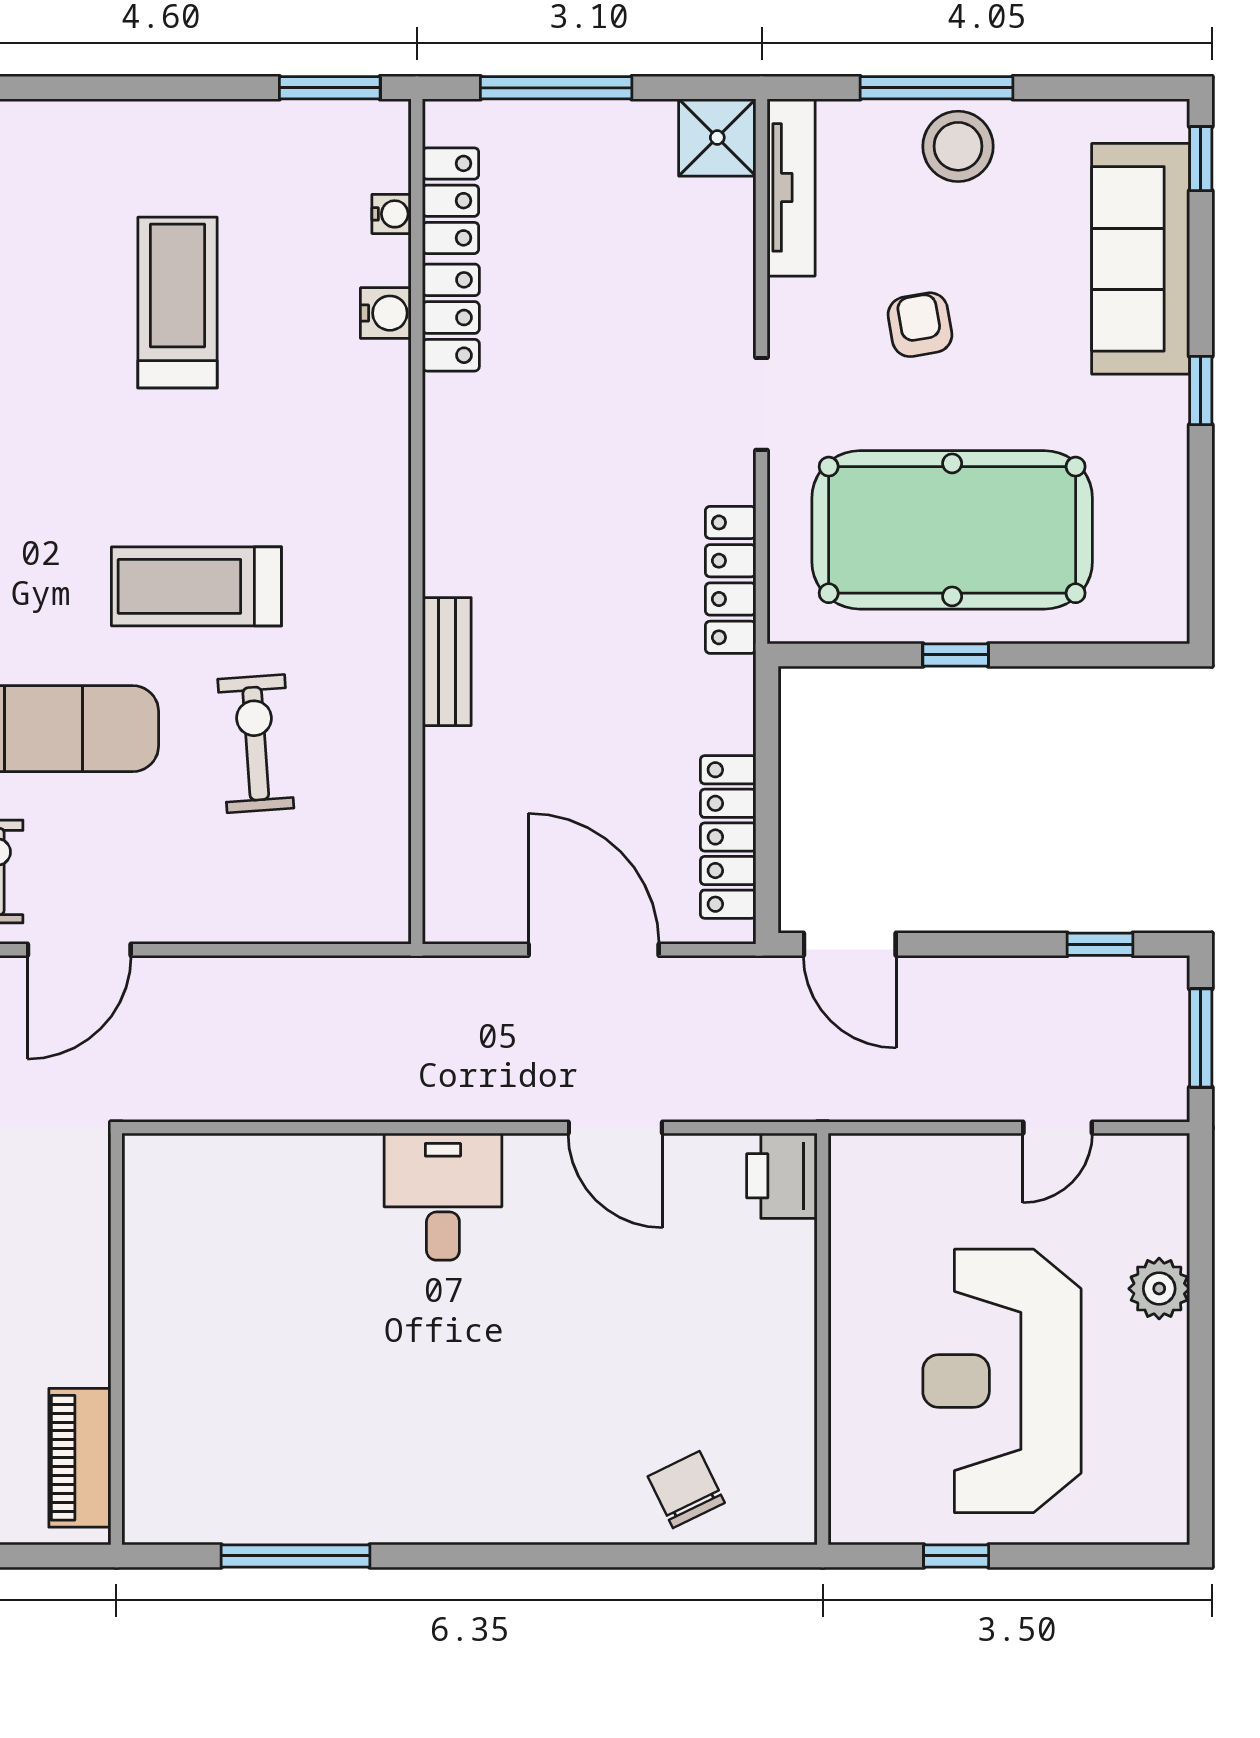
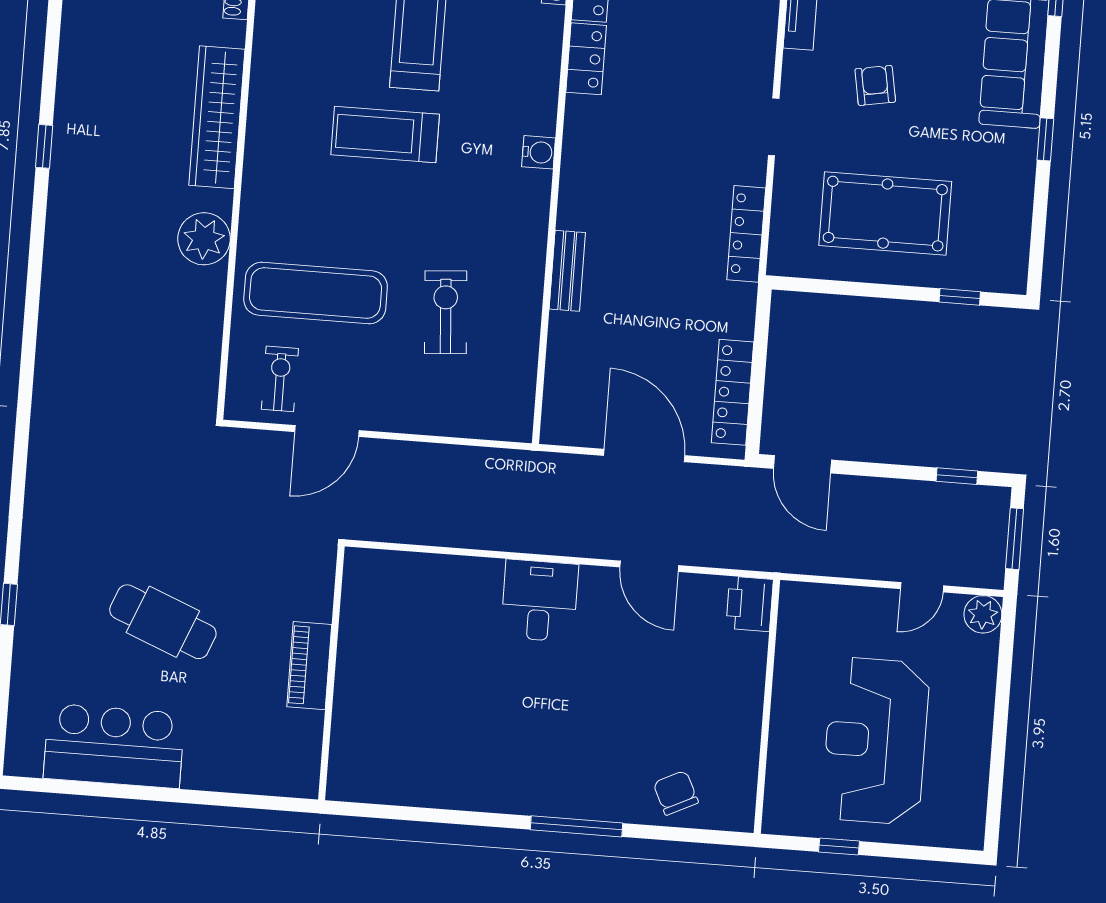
water cooler: (386, 313) -> (539, 152), moved
pool table: (952, 530) -> (885, 214), width x0.73, depth x0.76
treadmill: (196, 586) -> (385, 134), moved
window: (956, 655) -> (960, 297), moved
plant: (1159, 1289) -> (983, 614), moved
piano: (80, 1458) -> (309, 666), moved
window: (295, 1556) -> (577, 826), moved

